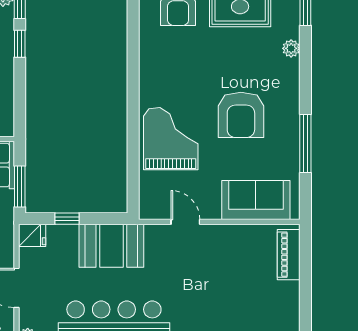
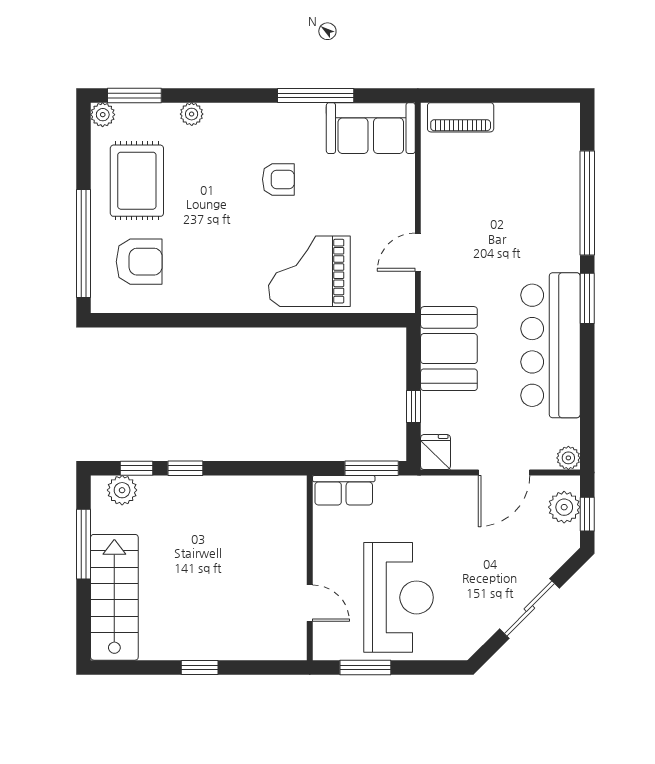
armchair: (241, 115) -> (278, 179), width x0.53, depth x0.53
sofa: (256, 200) -> (371, 128), moved, turned -90

